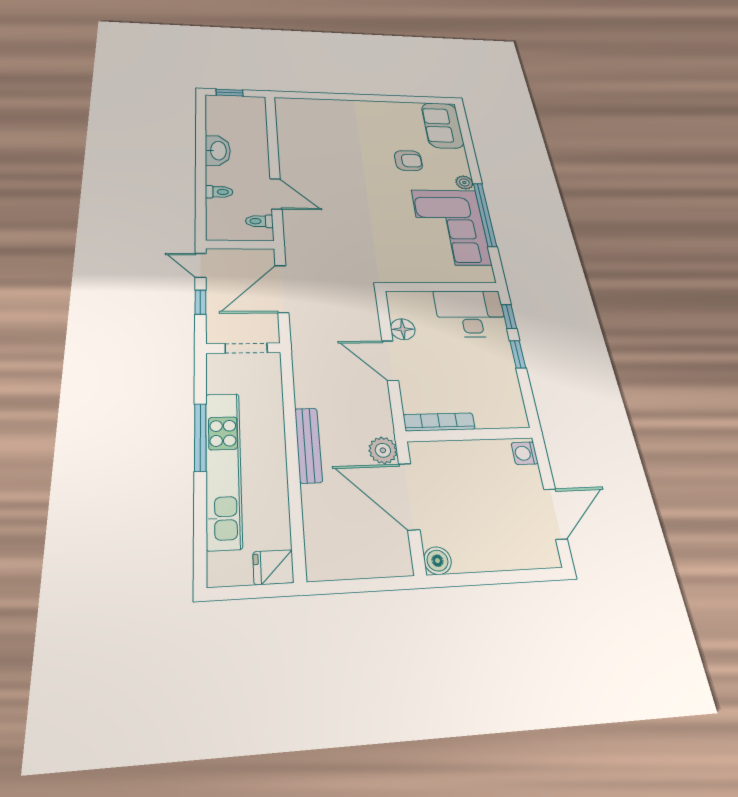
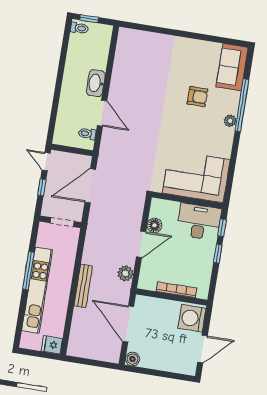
washbasin: (218, 151) -> (96, 83), moved, turned 180
toilet: (219, 192) -> (79, 28), moved
window: (485, 214) -> (242, 105), moved
corner sofa: (451, 227) -> (196, 176), moved, turned 90
door: (390, 360) -> (141, 244), swing flipped
bookcase: (439, 422) -> (177, 290), moved
plant: (383, 450) -> (125, 273), moved
washing machine: (525, 453) -> (192, 318), width x1.89, depth x1.89

